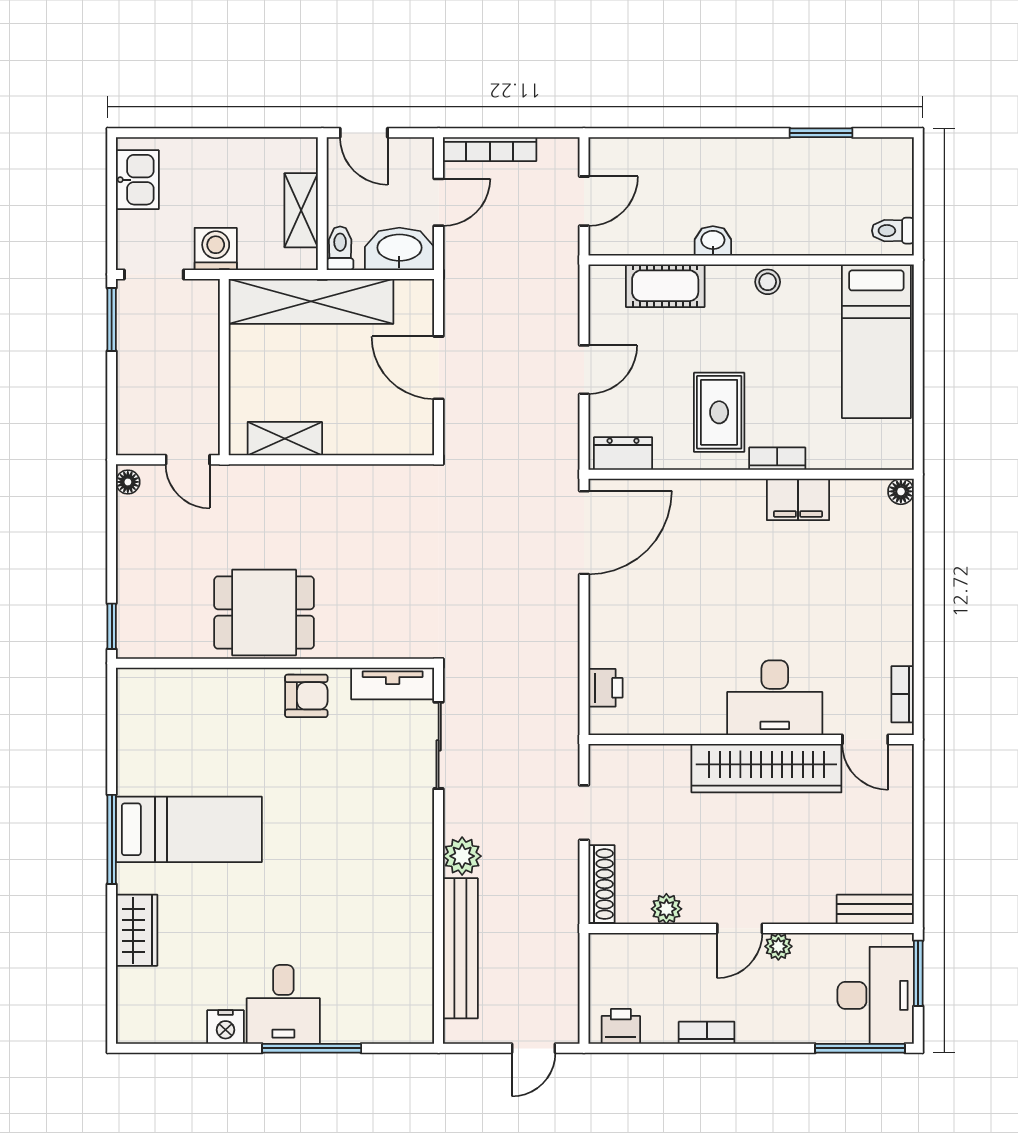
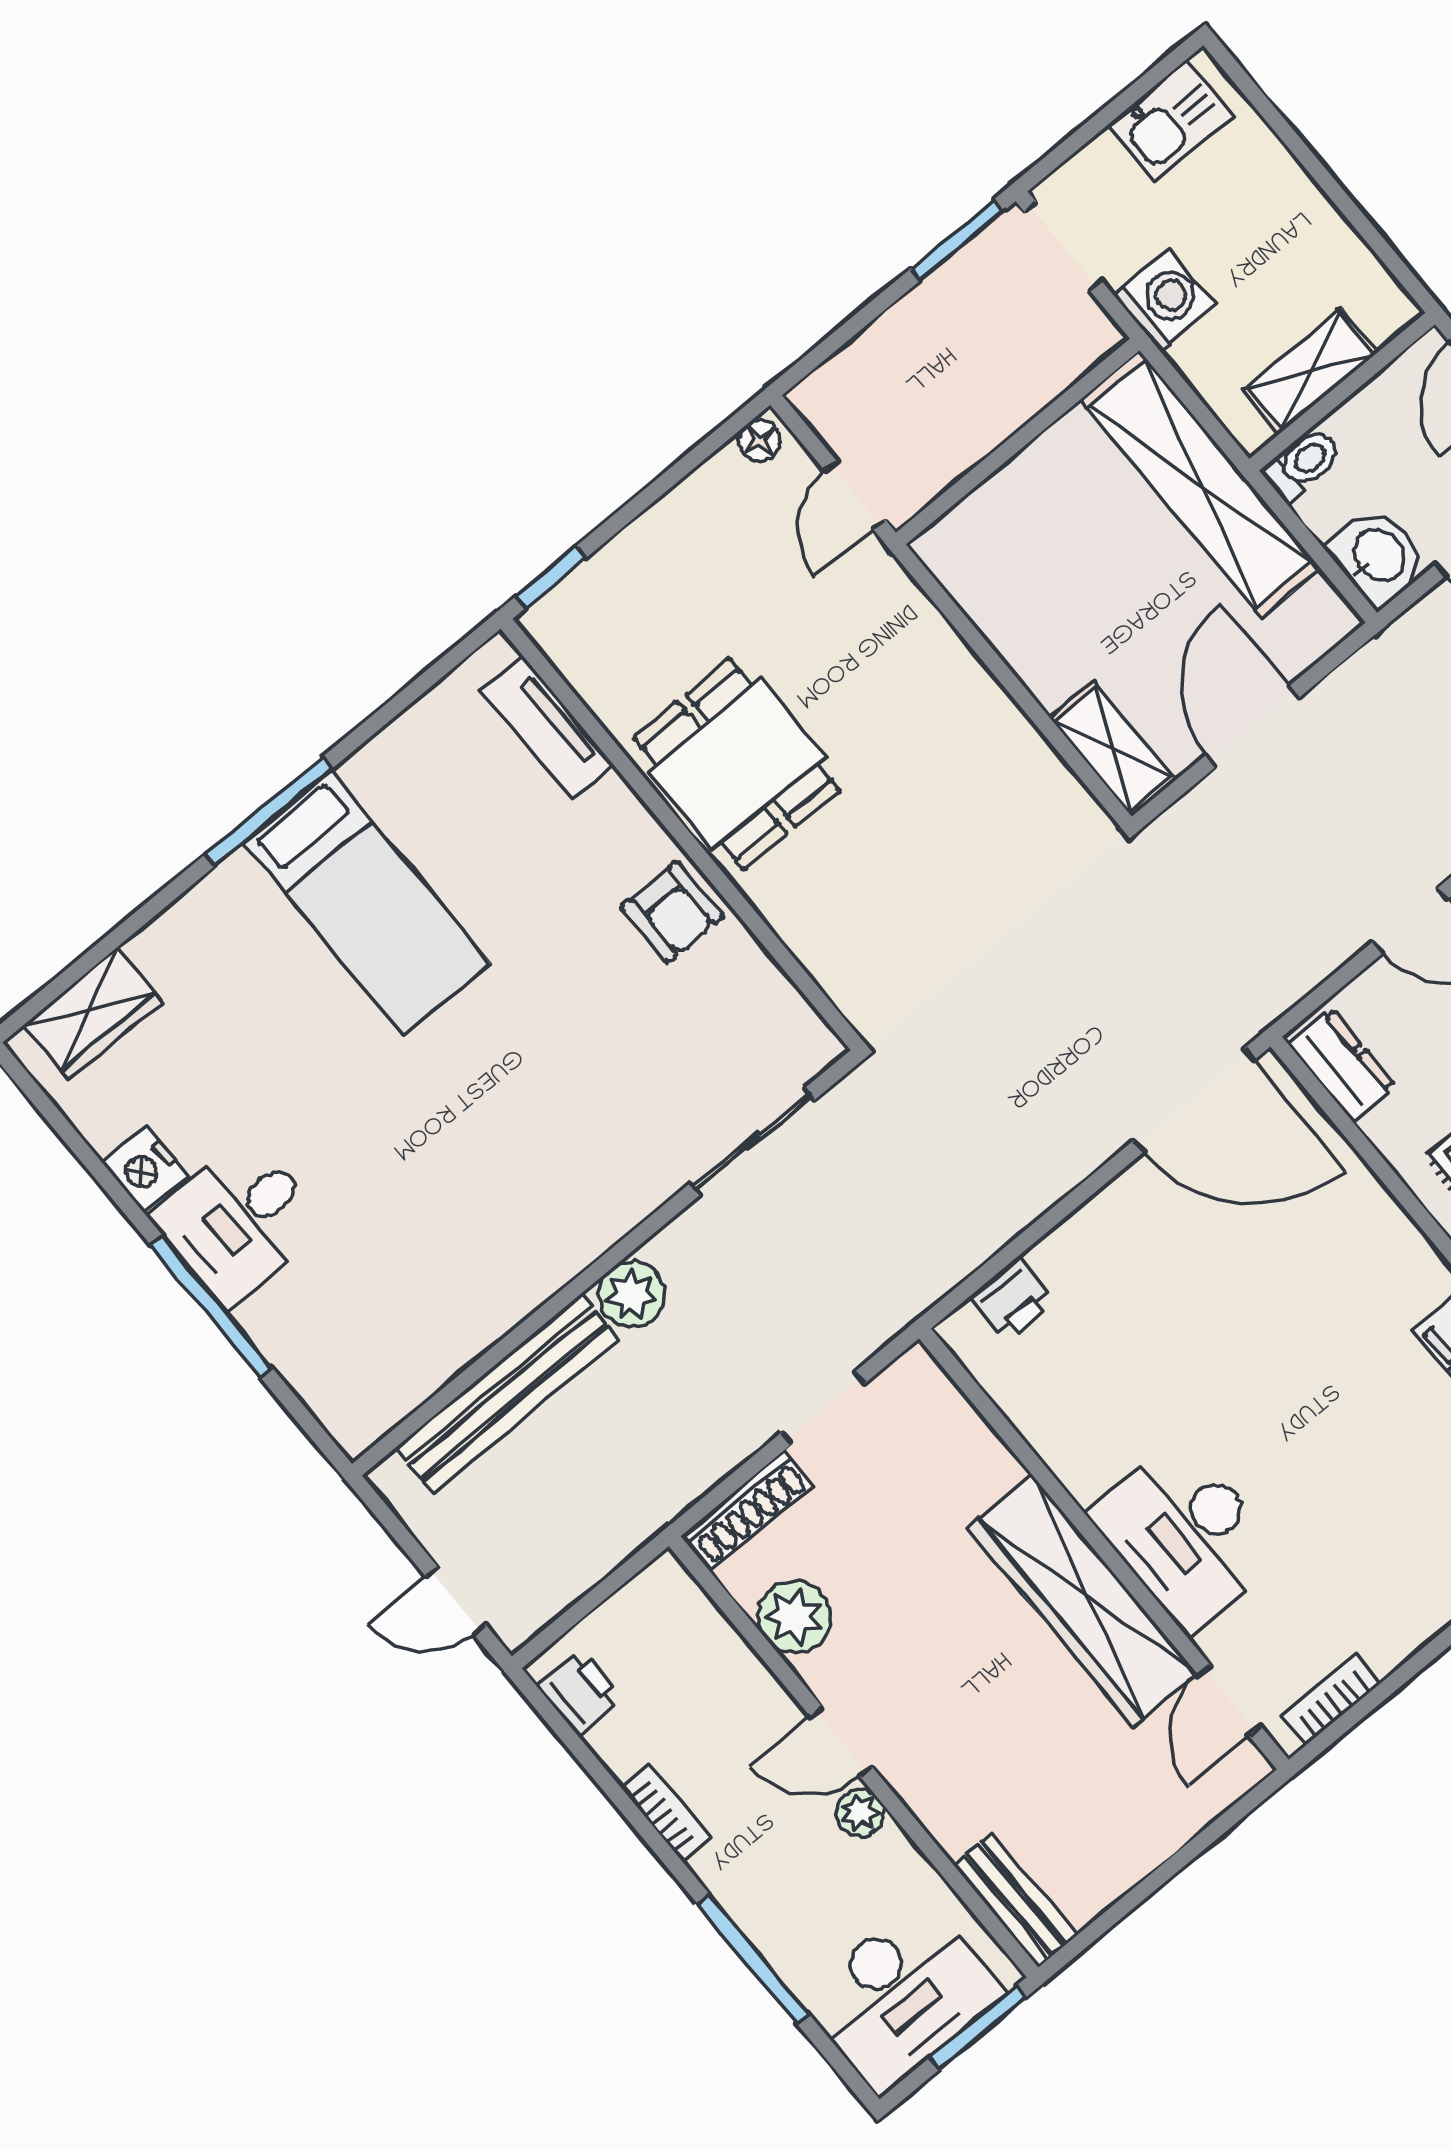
washbasin: (399, 249) -> (1378, 556), width x0.72
shelving: (285, 439) -> (1113, 749), moved
tv unit: (393, 683) -> (547, 728), moved
plant: (666, 909) -> (794, 1617), width x1.38, depth x1.38
wardrobe: (137, 930) -> (93, 1013), moved
window: (860, 1048) -> (753, 1959), moved

